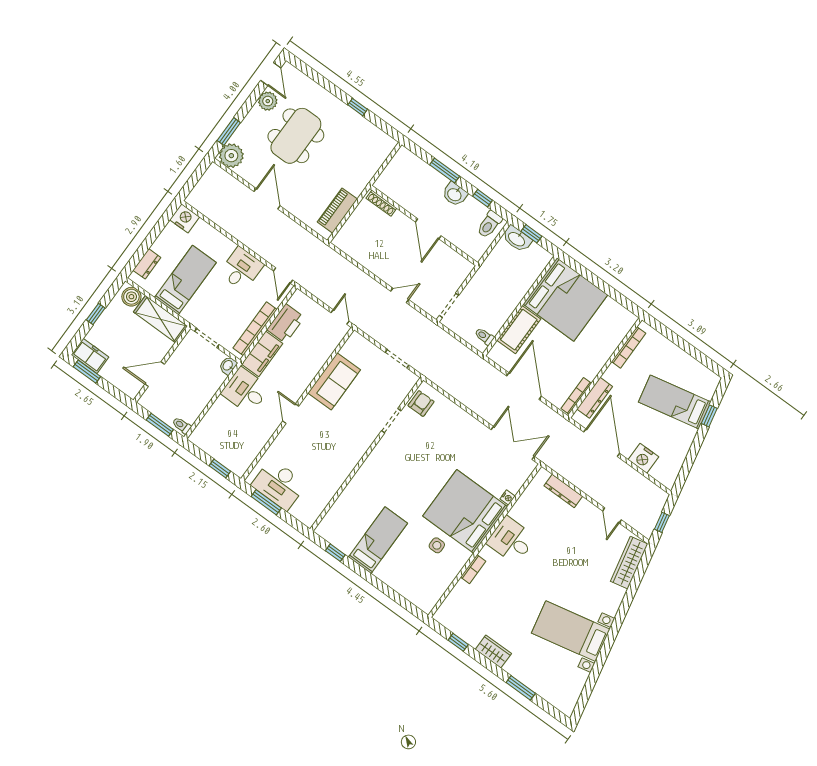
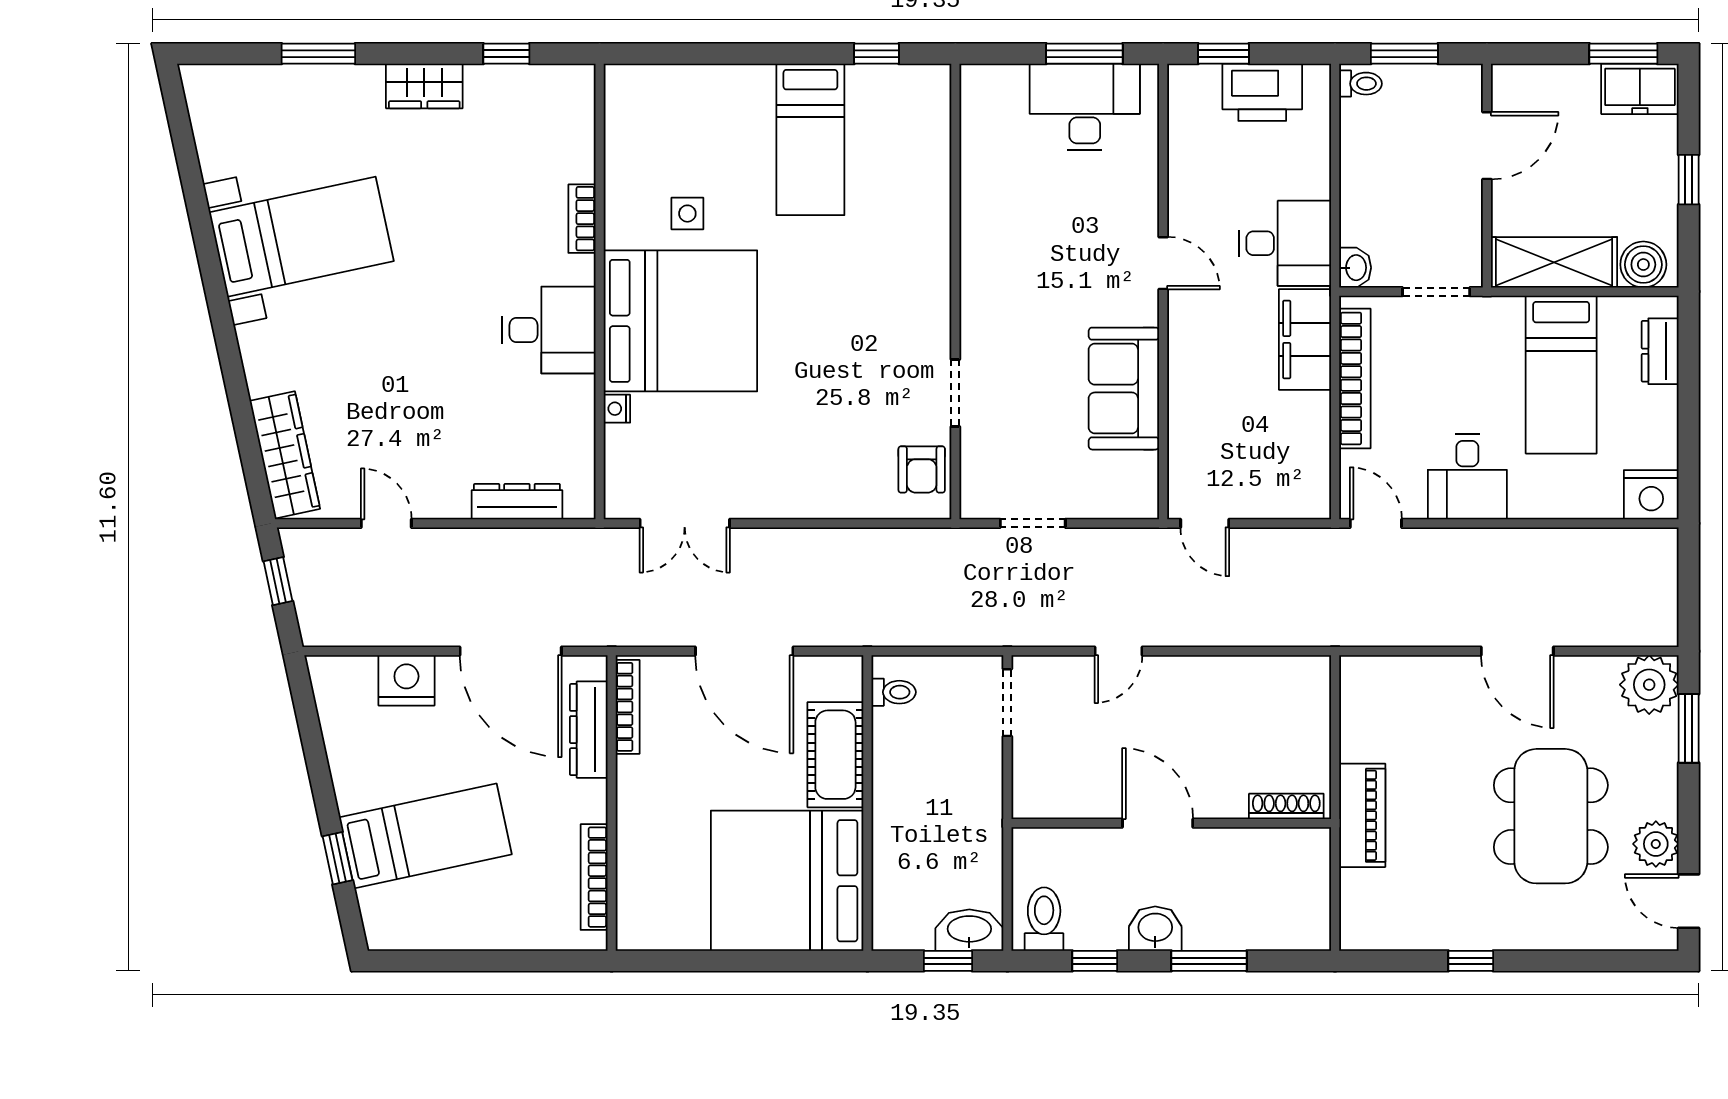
piano: (337, 211) -> (1362, 815), moved
printer: (286, 323) -> (1262, 92), moved, turned -90
double door: (513, 443) -> (685, 523), width x0.73

